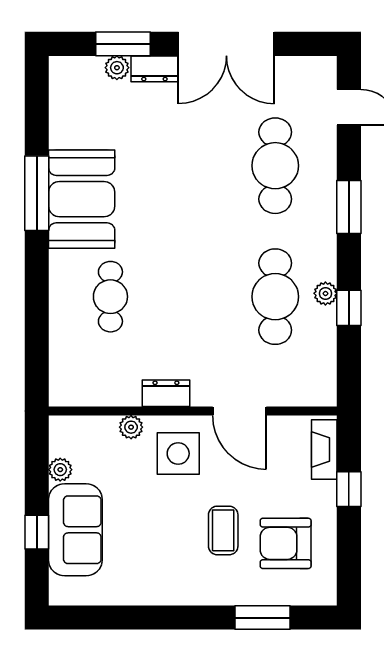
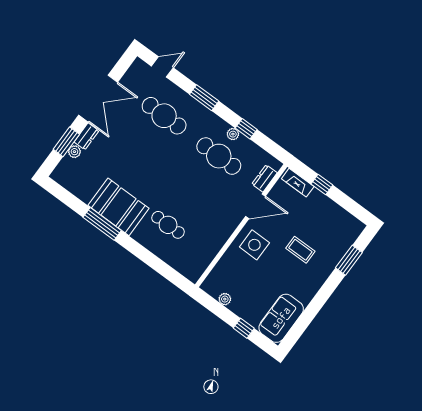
dresser: (166, 393) -> (264, 178), moved
plant: (131, 427) -> (229, 256), removed
sofa: (75, 530) -> (281, 318), moved, turned -90
armchair: (286, 543) -> (325, 228), removed

